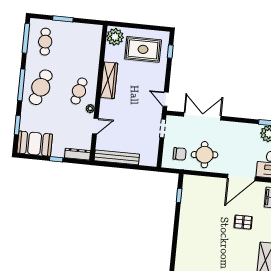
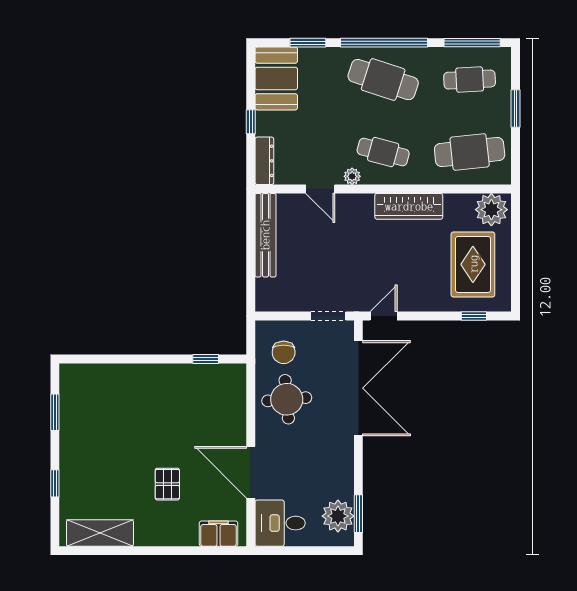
cafe table: (83, 45) -> (470, 152), added
window: (21, 85) -> (384, 43), width x1.46
double door: (202, 116) -> (358, 388), width x1.36

